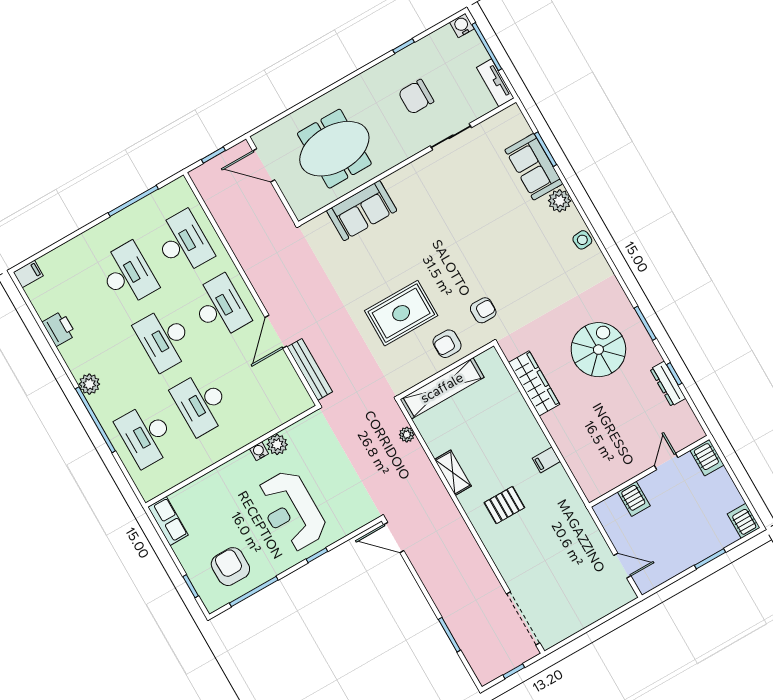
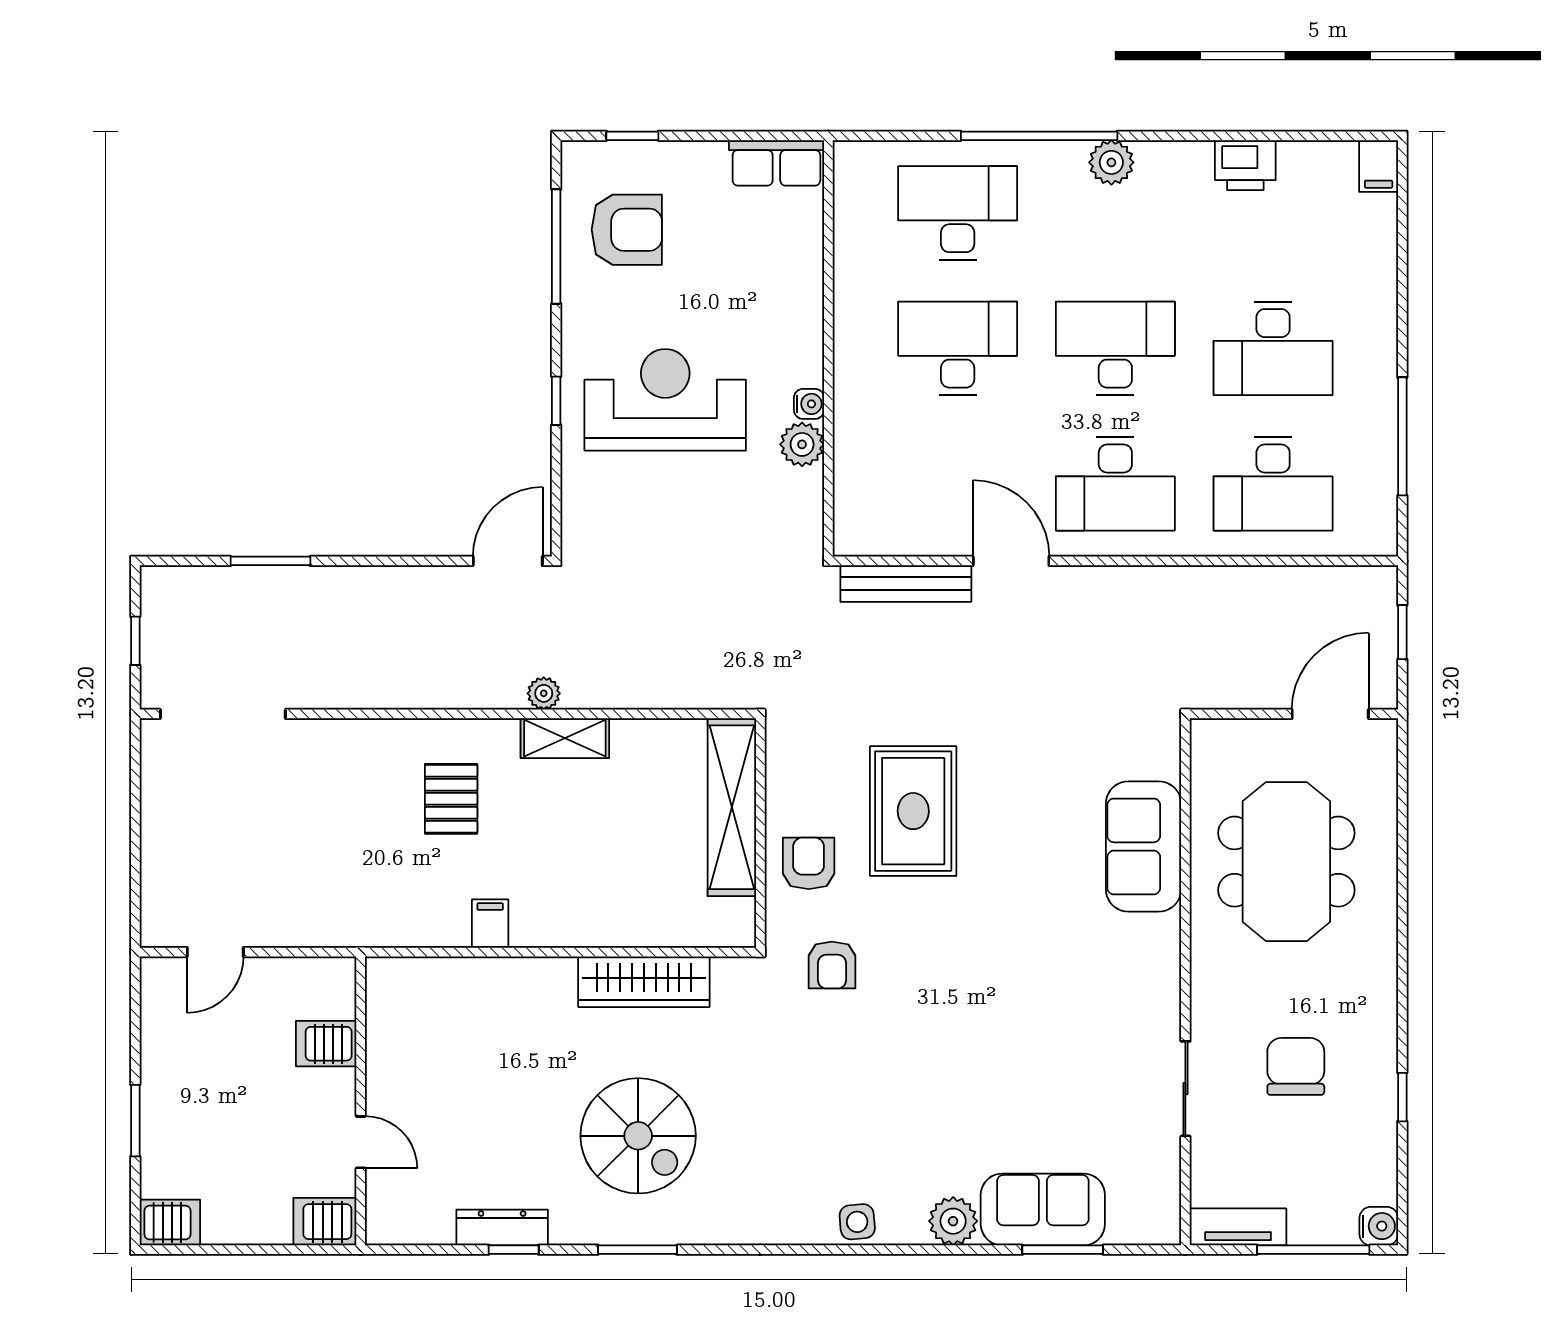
plant: (407, 435) -> (544, 693), moved

